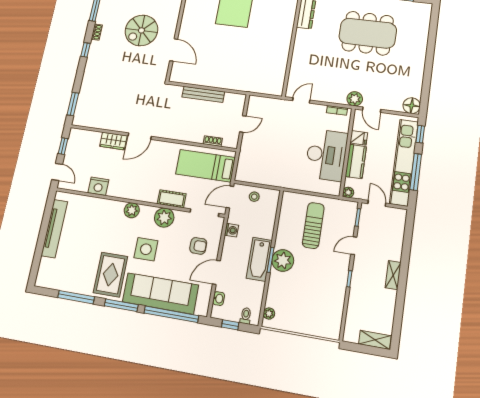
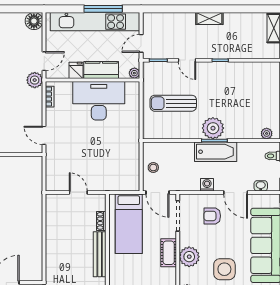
bench: (203, 94) -> (100, 254), moved
window: (420, 134) -> (63, 9), removed
washing machine: (232, 230) -> (207, 185), moved
armchair: (198, 246) -> (212, 216), turned -90

